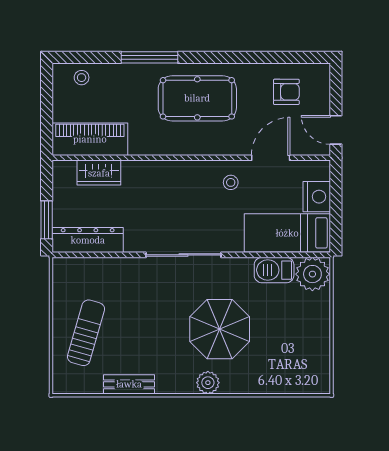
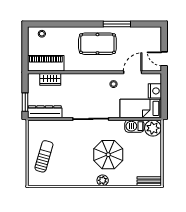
window: (149, 57) -> (117, 24), moved
armchair: (286, 92) -> (140, 41), removed
bench: (129, 384) -> (149, 181), moved

